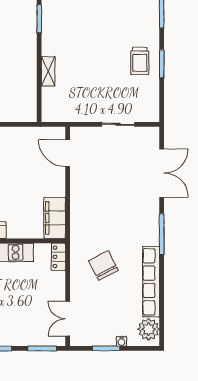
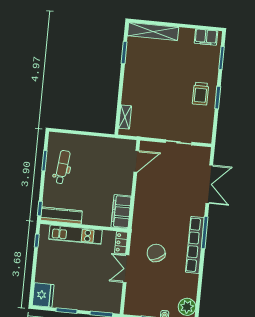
shelving: (48, 71) -> (125, 117), moved
door: (68, 153) -> (136, 161), swing flipped
row of seats: (151, 282) -> (195, 245), moved
double door: (68, 319) -> (126, 269), moved

